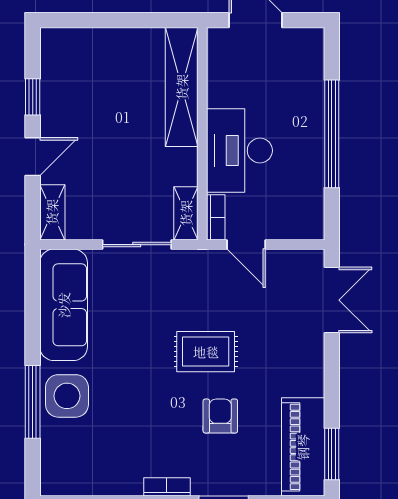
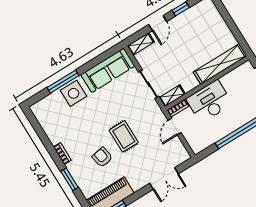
door: (33, 157) -> (158, 23), hinge flipped
double door: (332, 300) -> (164, 179), moved
armchair: (220, 416) -> (102, 157), turned -100

